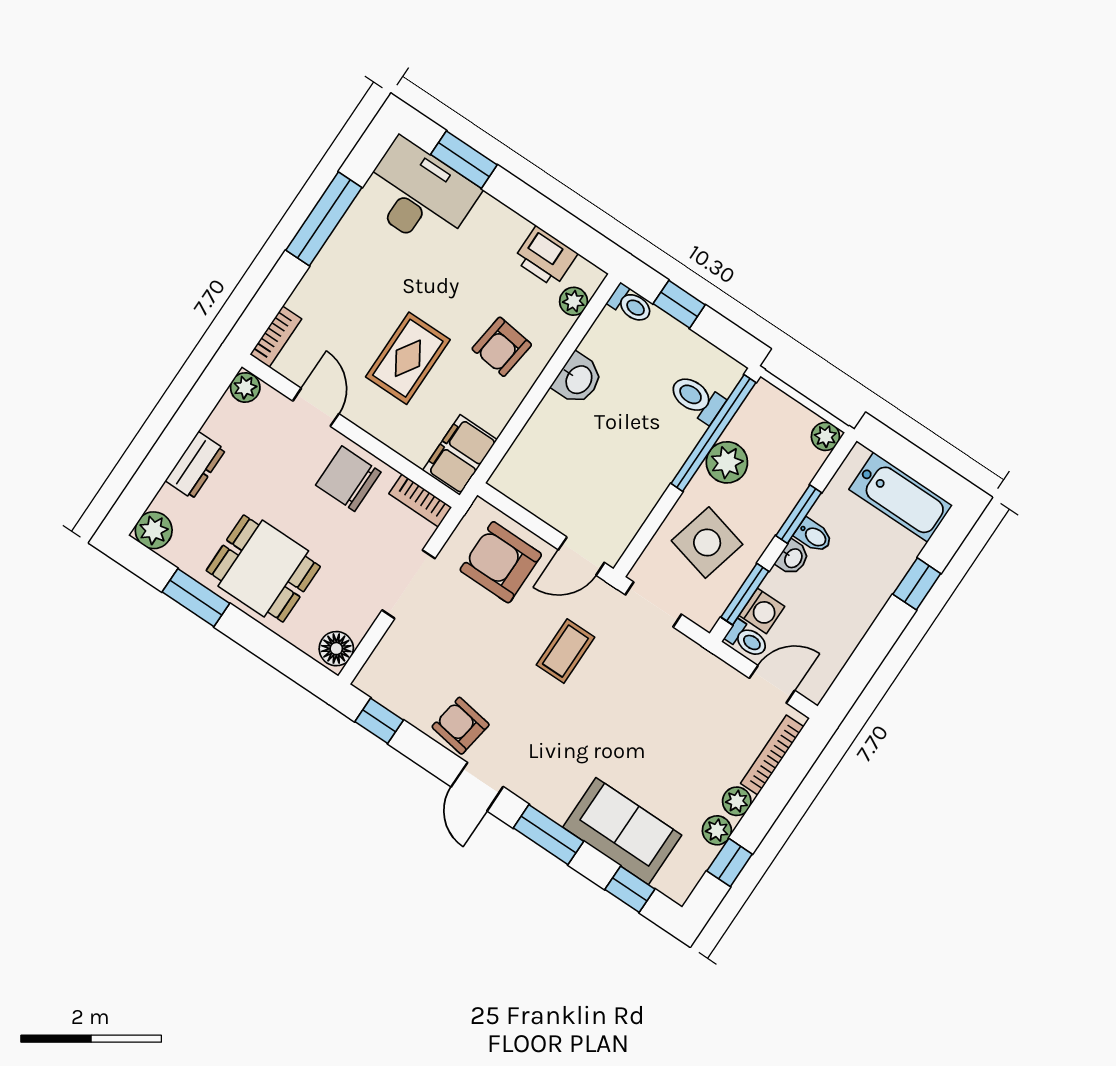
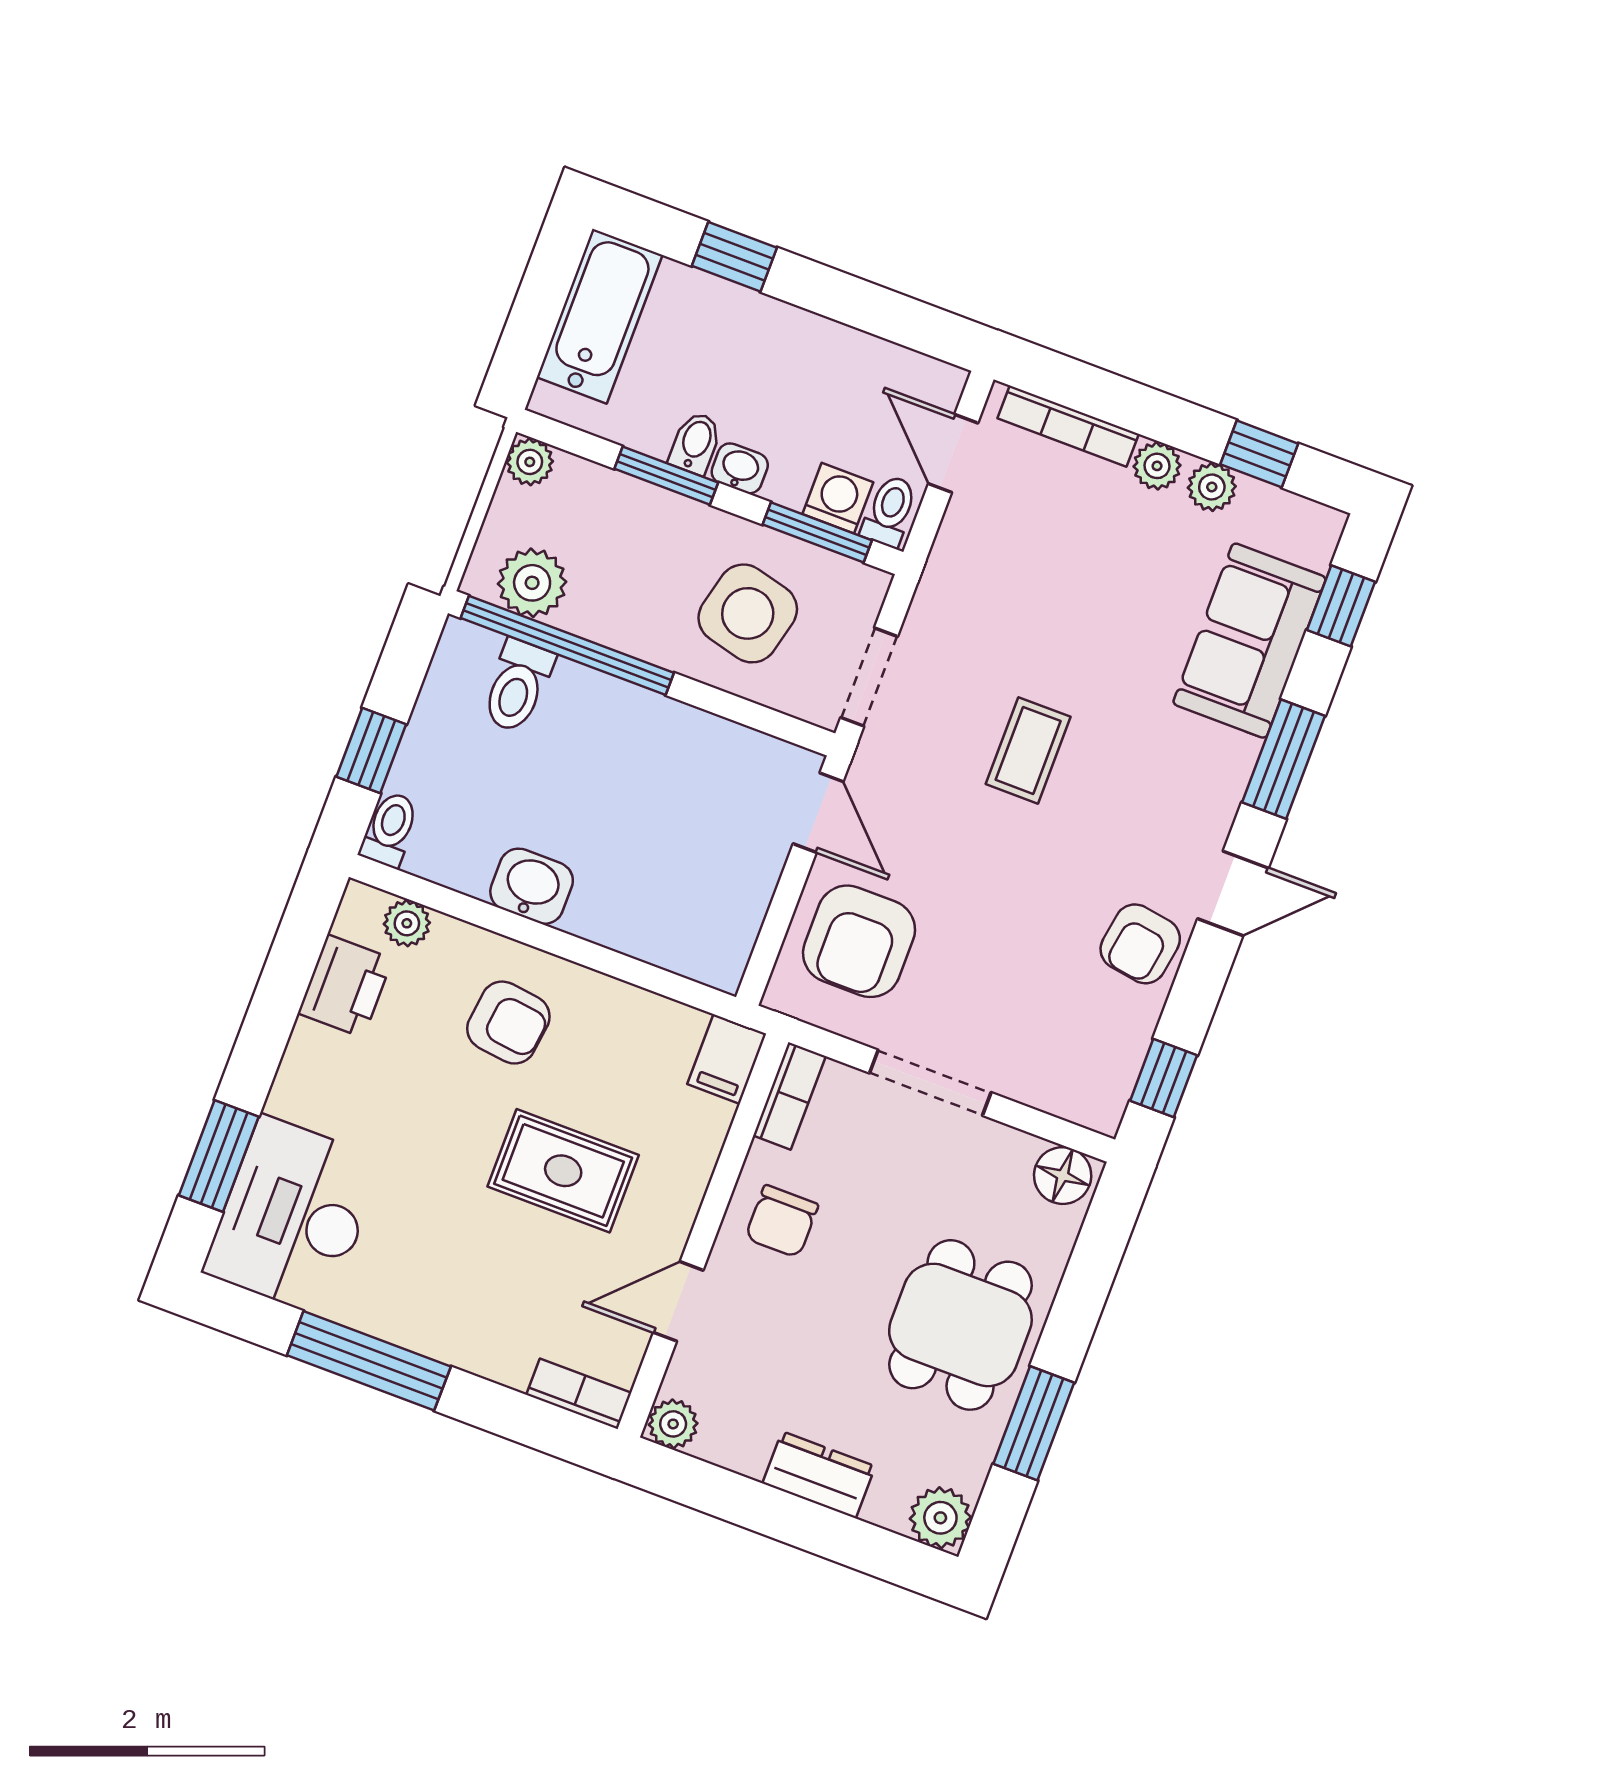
filing cabinet: (460, 455) -> (727, 1059), width x0.50
plant: (727, 462) -> (532, 583), moved
chair: (348, 479) -> (782, 1221), width x0.73, depth x0.73
coffee table: (565, 651) -> (1028, 750), moved, turned 90

